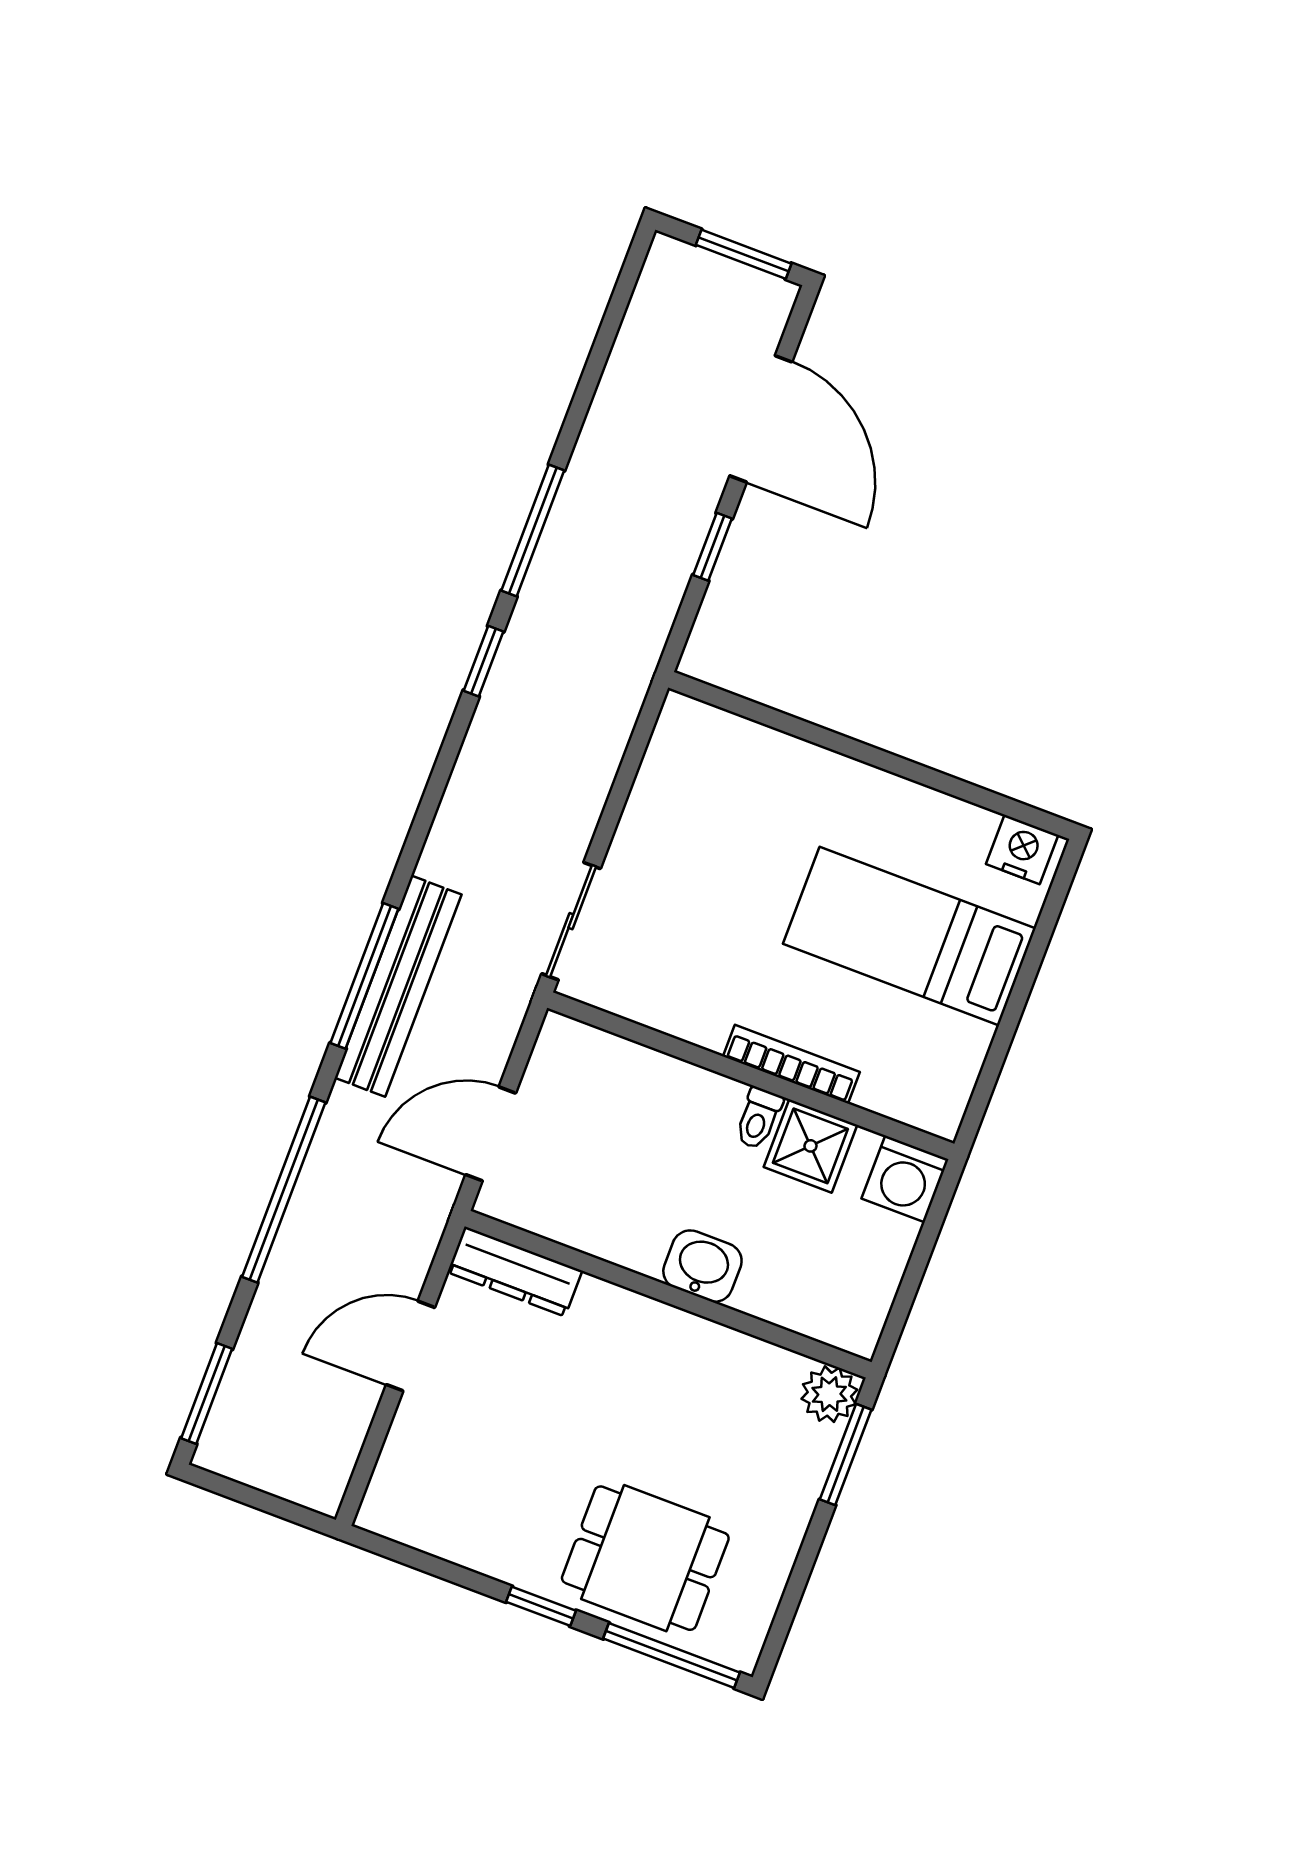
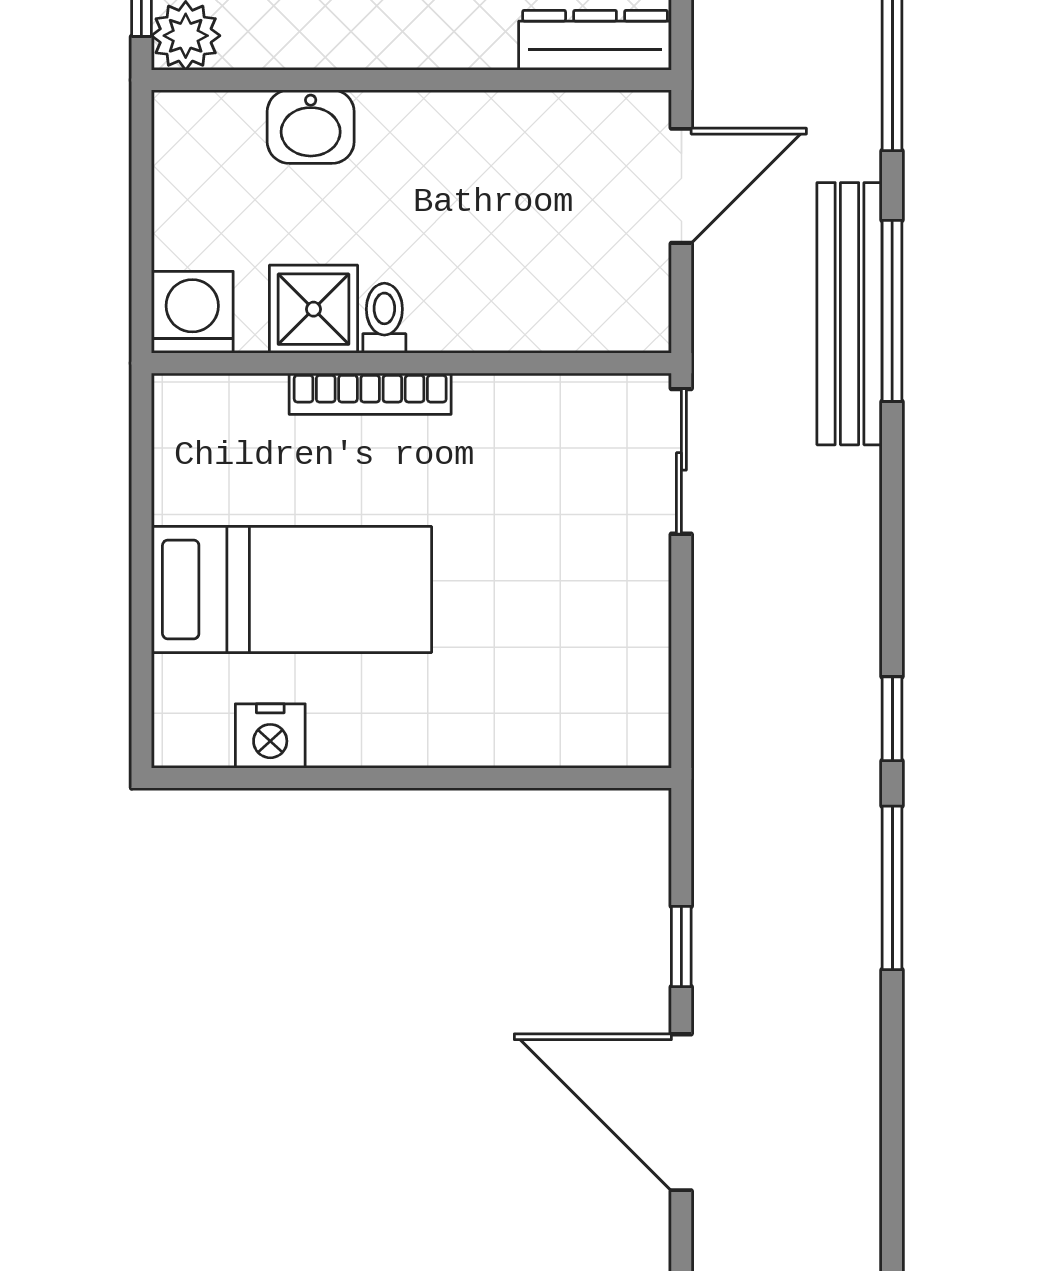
nightstand: (1022, 849) -> (270, 736), moved
washbasin: (702, 1266) -> (311, 127), moved

